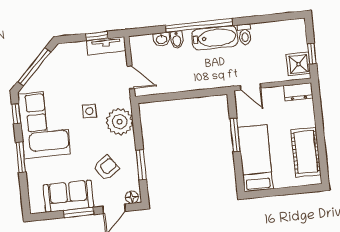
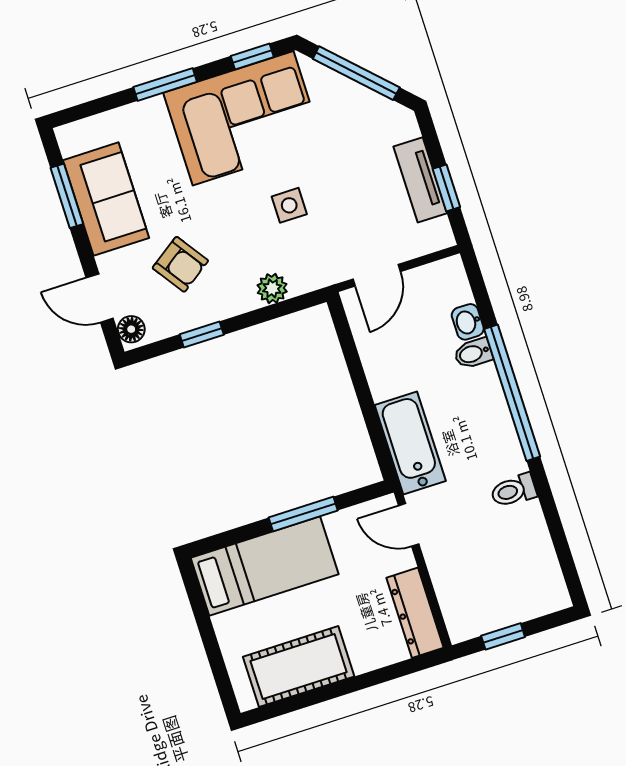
bathtub: (215, 38) -> (410, 443), moved, turned 180
tv unit: (106, 46) -> (420, 180), moved
shower: (298, 64) -> (476, 613), removed
door: (251, 87) -> (409, 525), hinge flipped
dresser: (298, 92) -> (415, 613), width x1.44
plant: (120, 122) -> (272, 288), width x0.53, depth x0.53
window: (141, 165) -> (202, 334), width x0.67
window: (79, 212) -> (67, 196), moved

